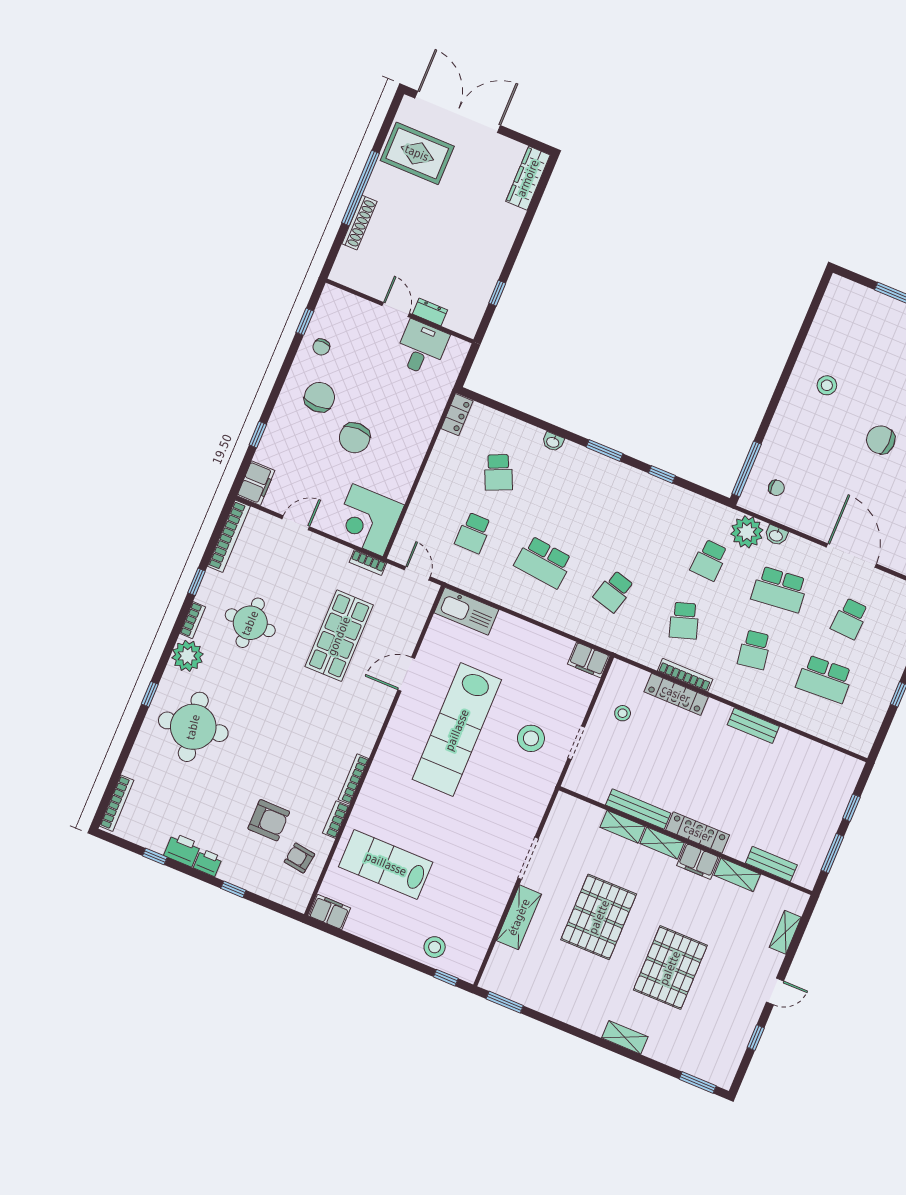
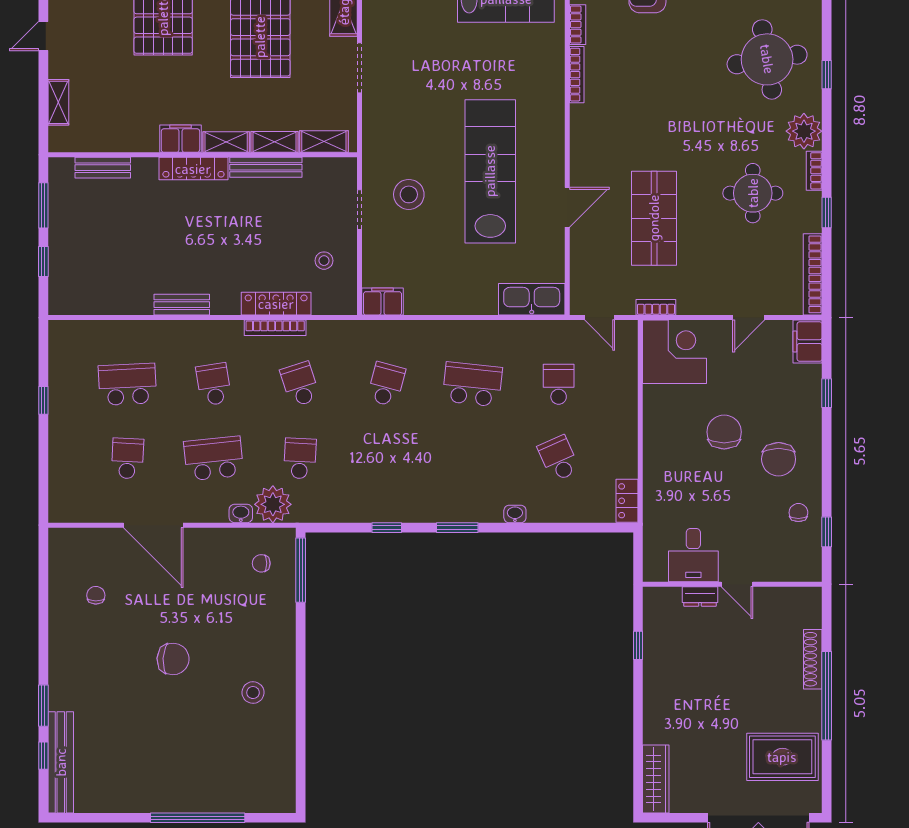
shelving: (737, 875) -> (324, 142), moved

